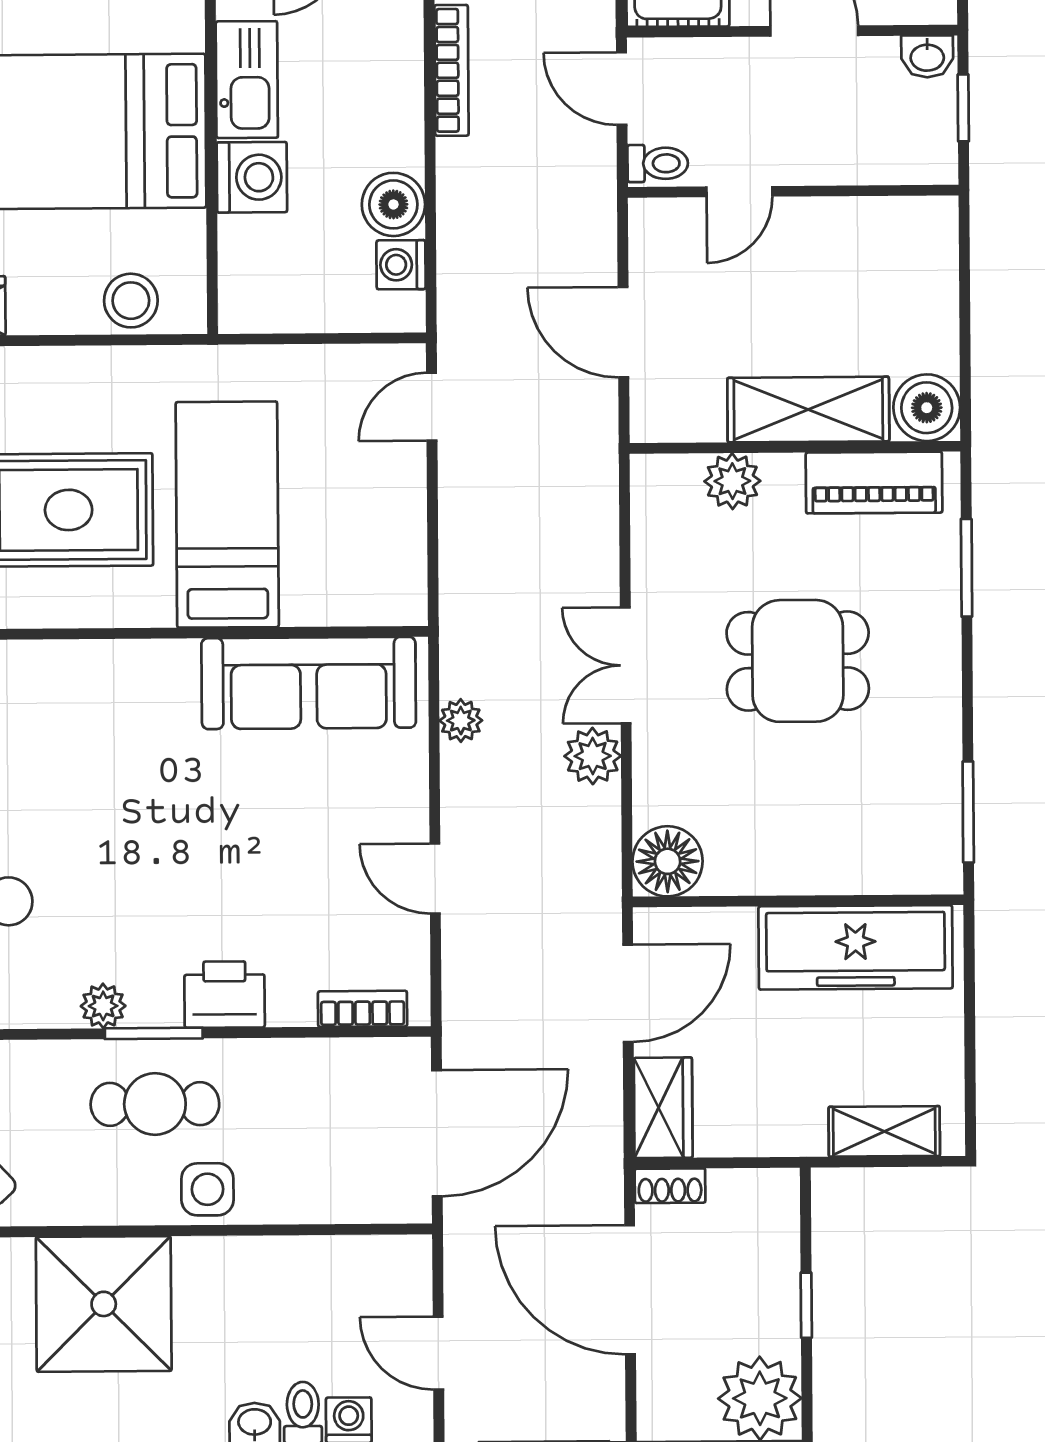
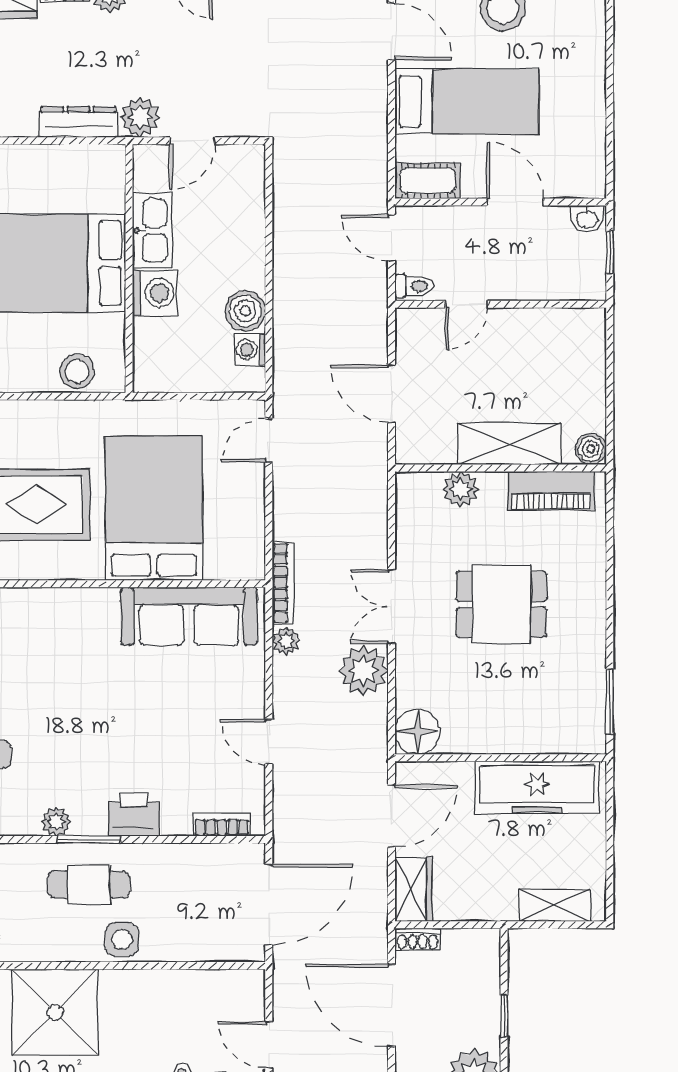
bookcase: (452, 70) -> (283, 583), moved
boiler: (927, 408) -> (591, 449), width x0.73, depth x0.73
bed: (227, 515) -> (154, 508), width x1.50
window: (967, 568) -> (610, 546), removed
plant: (593, 756) -> (363, 671), width x1.36, depth x1.36

